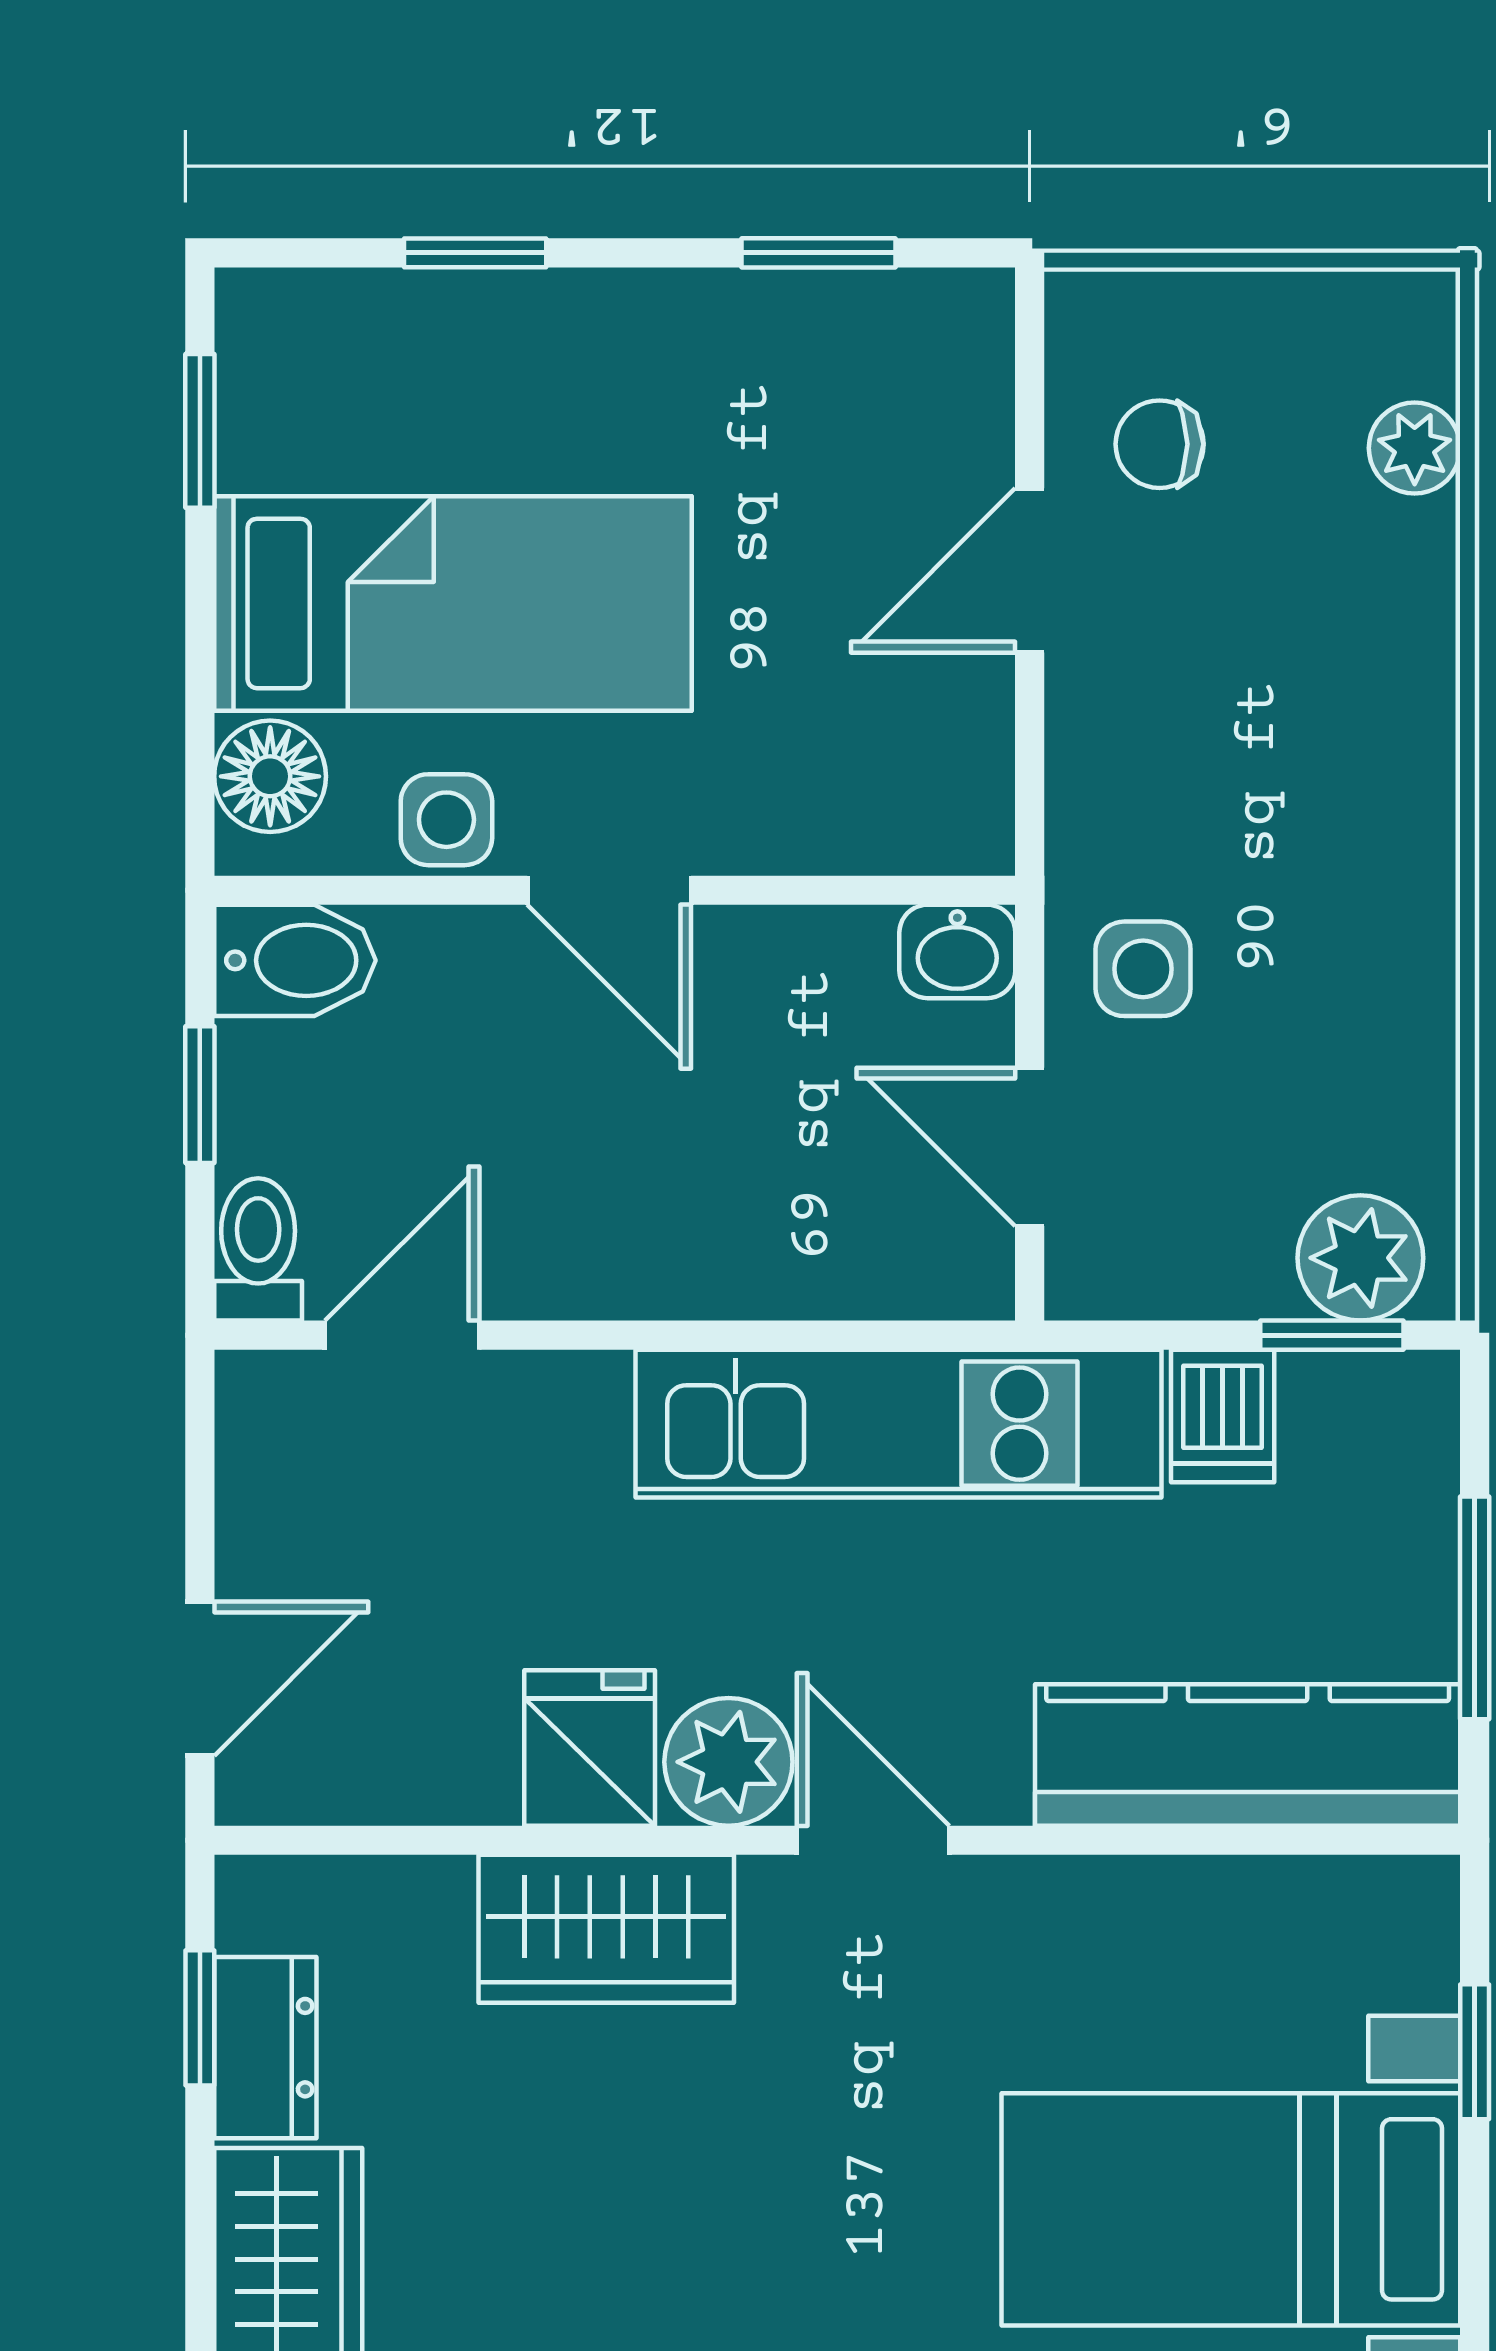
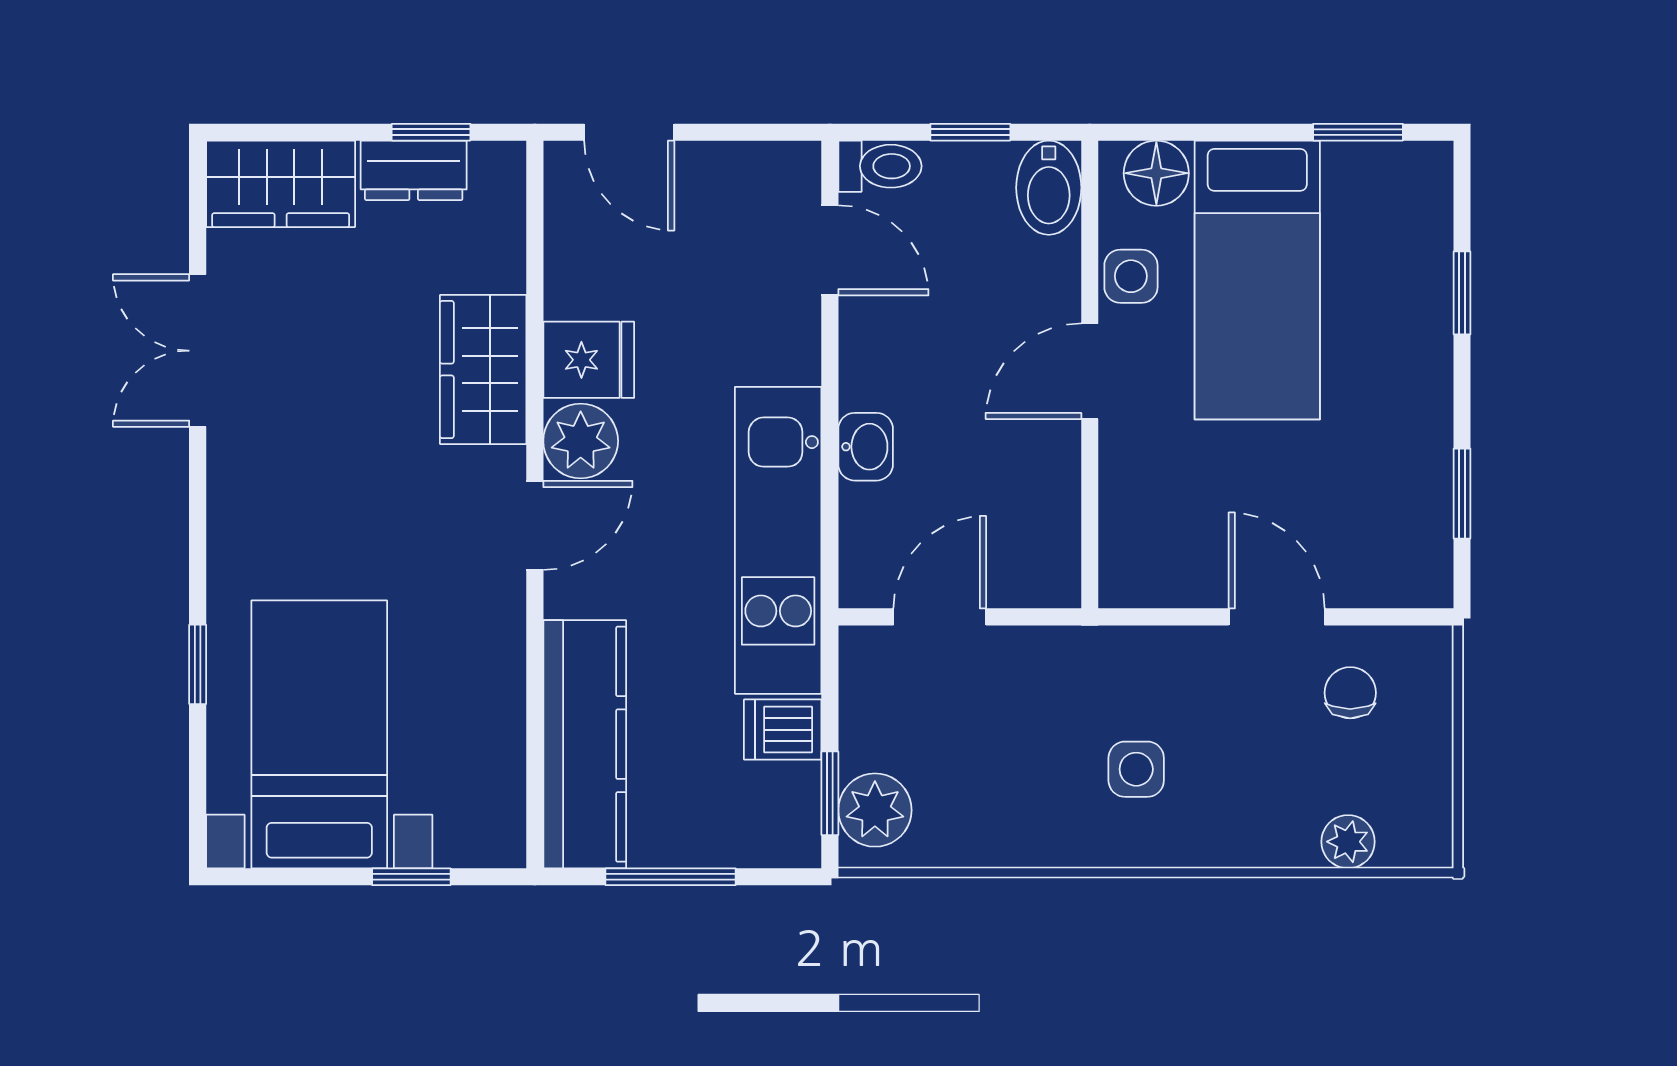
washbasin: (957, 951) -> (866, 447), moved, turned 180
side table: (1143, 969) -> (1136, 769), moved

